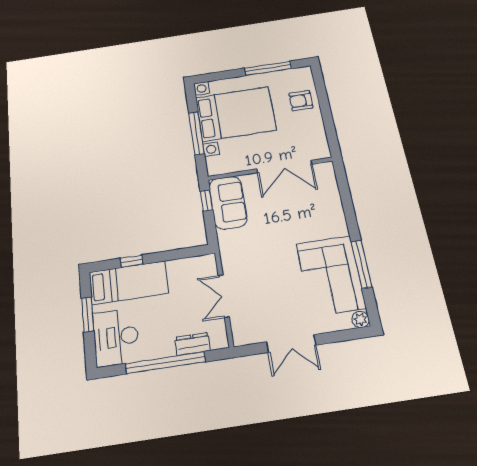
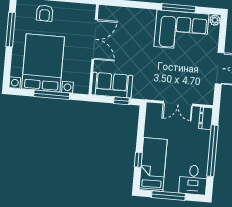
window: (206, 201) -> (121, 101), moved
window: (88, 315) -> (168, 196), width x1.44
desk: (116, 337) -> (193, 180), width x0.73
dresser: (193, 344) -> (206, 118), moved

